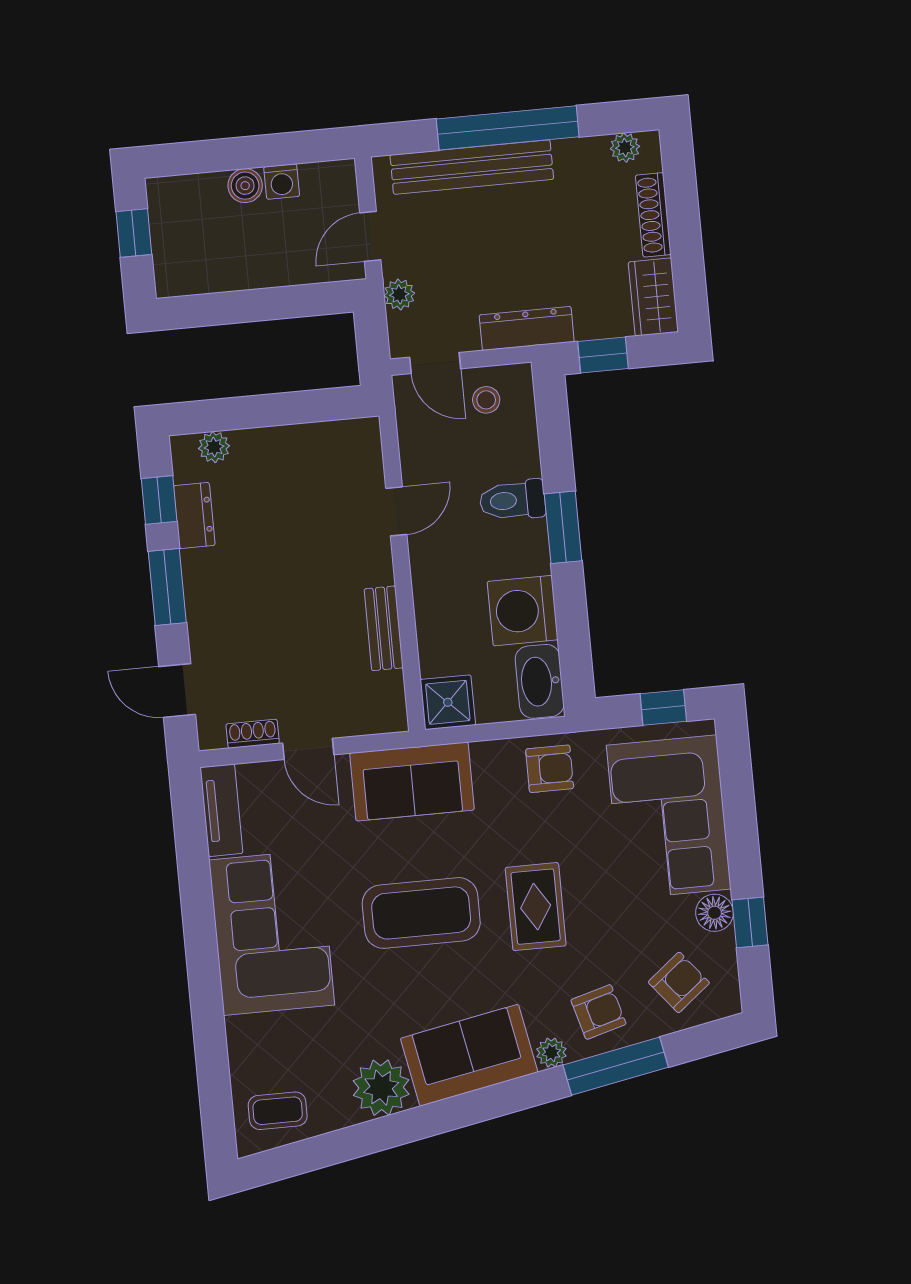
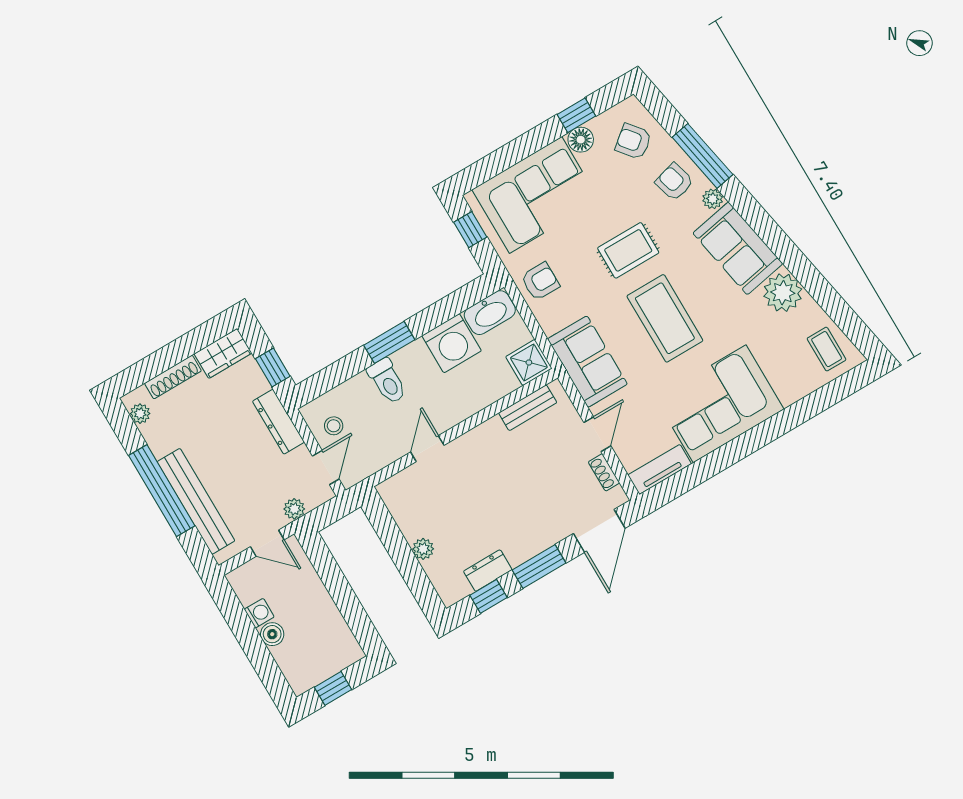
plant: (214, 447) -> (423, 549), moved
door: (396, 511) -> (427, 449), hinge flipped
bench: (384, 628) -> (528, 408), moved
door: (177, 691) -> (599, 531), width x1.38
armchair: (550, 769) -> (540, 281), turned 90

